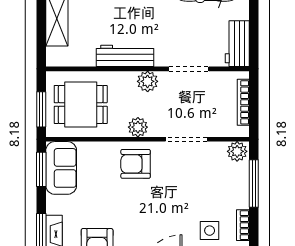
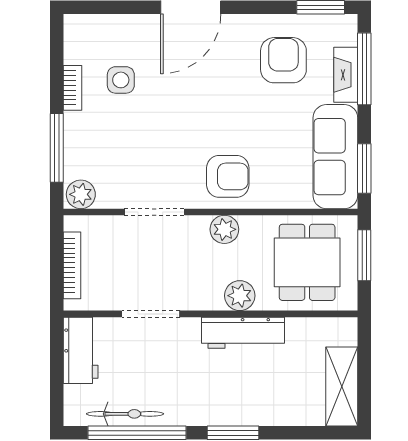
plant: (148, 81) -> (240, 296), moved
dining table: (81, 104) -> (307, 262), turned 90
sofa: (61, 168) -> (335, 157), width x1.36

